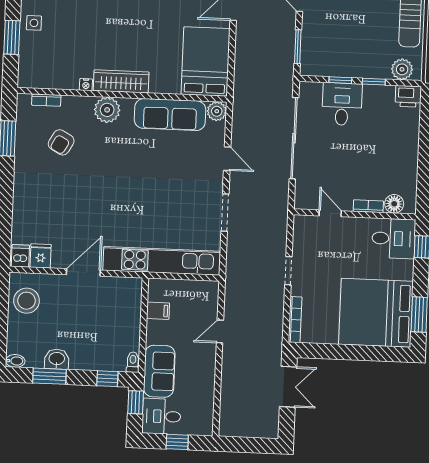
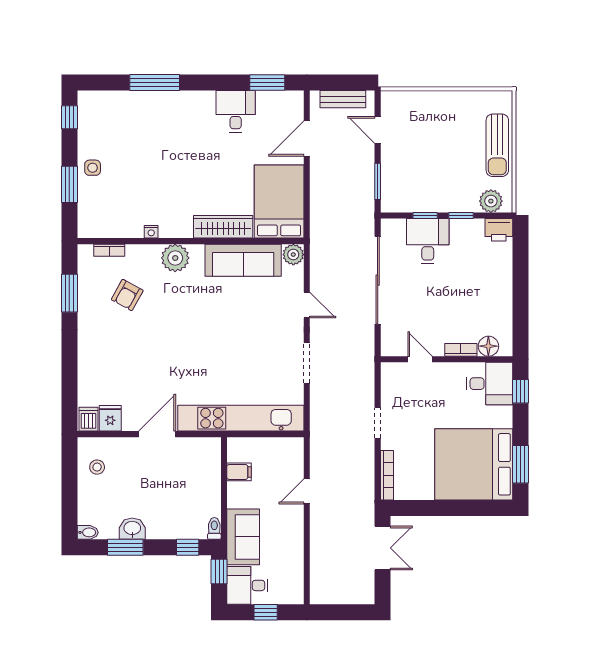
wardrobe: (121, 81) -> (223, 227), moved
stool: (26, 301) -> (97, 467), width x0.53, depth x0.53

